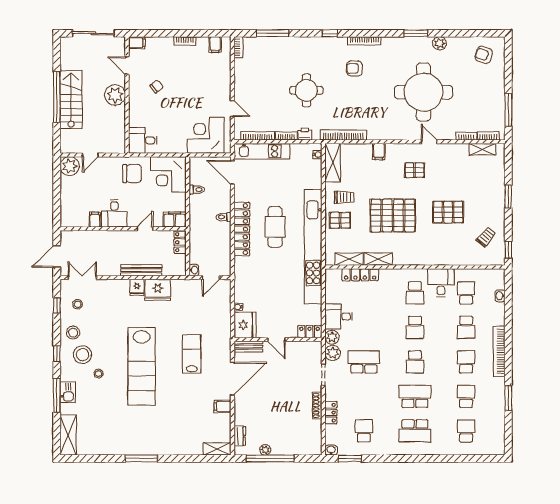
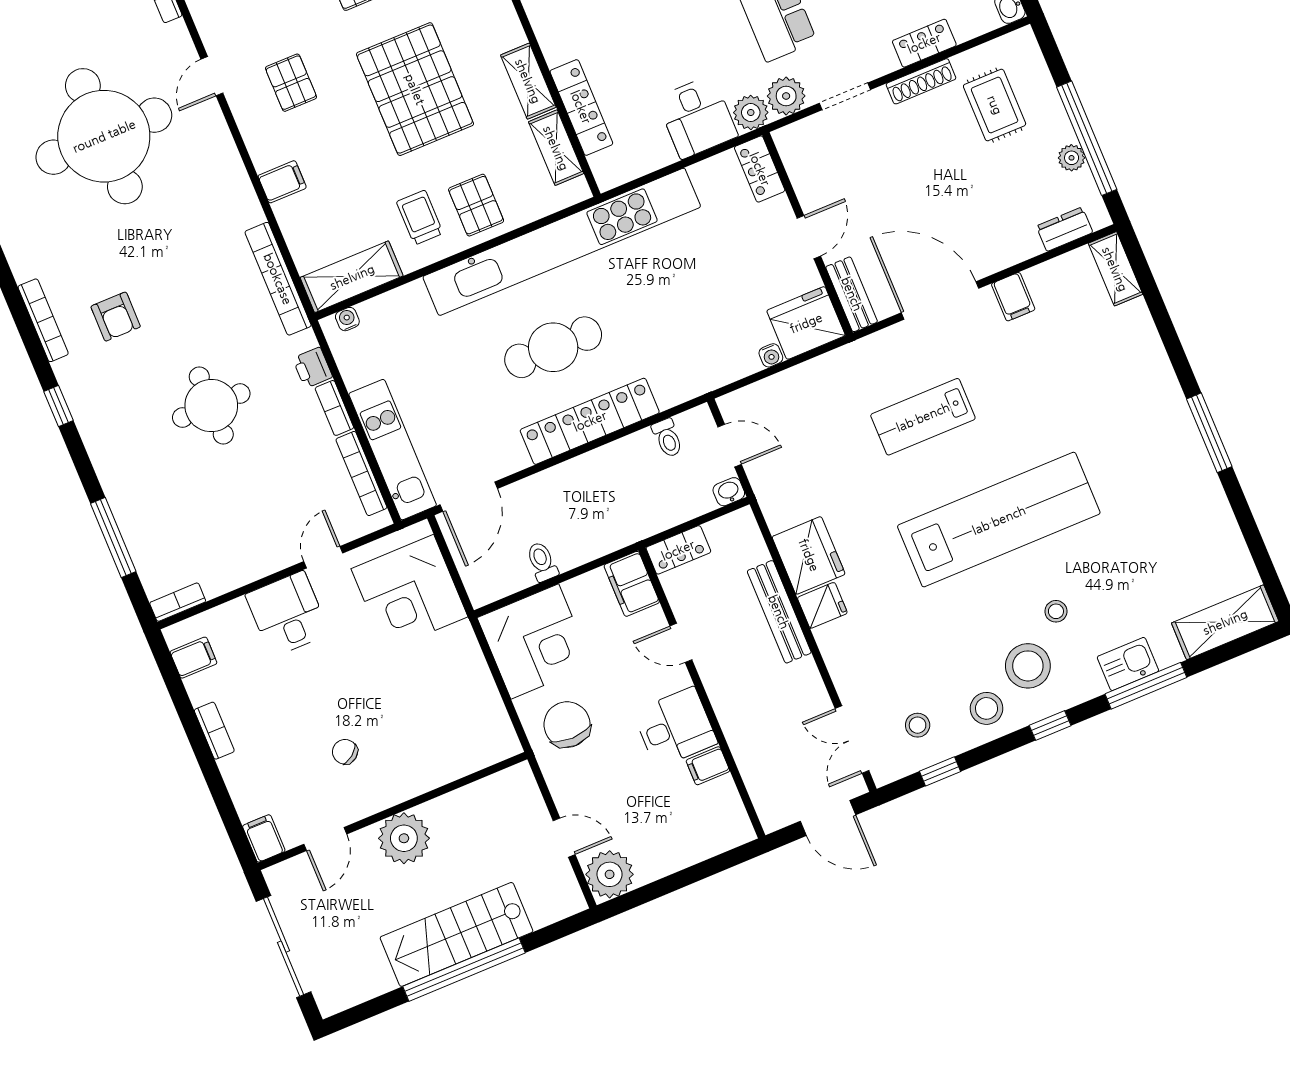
desk: (143, 140) -> (287, 614), moved, turned 180
toilet: (223, 217) -> (667, 438), moved
rug: (297, 429) -> (995, 105), added

